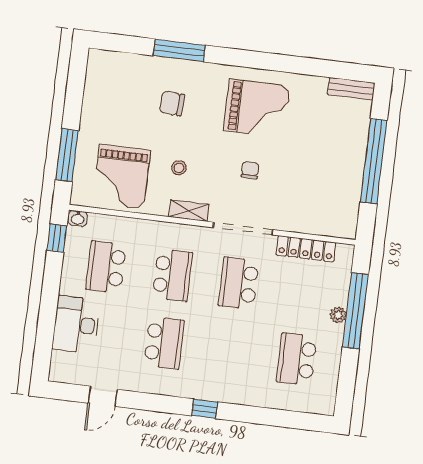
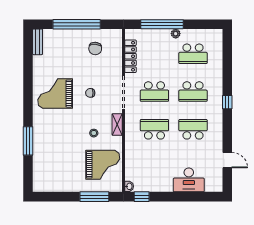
chair: (172, 103) -> (95, 49), moved
grand piano: (257, 108) -> (55, 94), turned -90
school desk: (106, 267) -> (193, 92), moved
plant: (338, 315) -> (176, 34), moved

